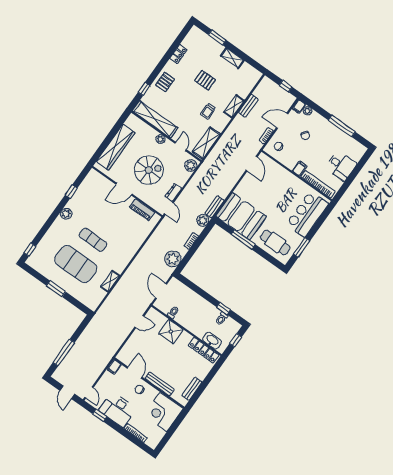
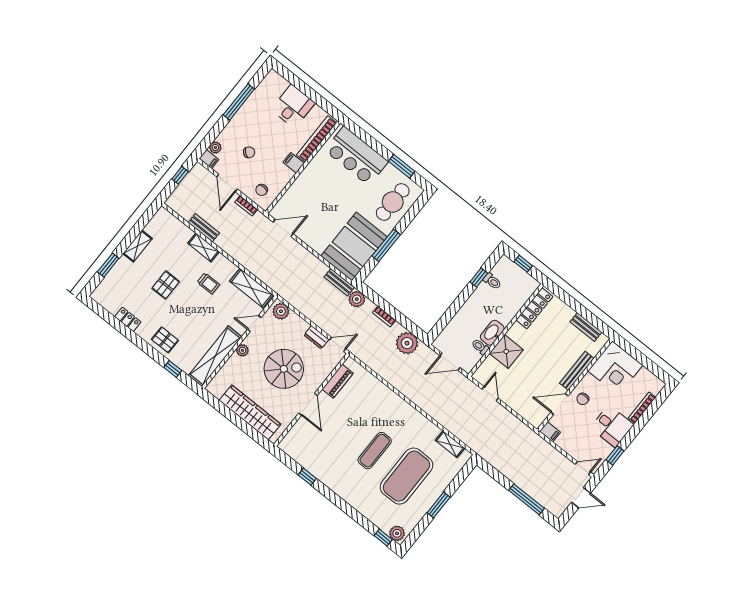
spiral stairs: (149, 170) -> (284, 369), turned 90
plant: (66, 214) -> (397, 533), moved
shelving: (110, 281) -> (450, 444), moved
washbasin: (212, 341) -> (492, 333), moved
desk: (117, 409) -> (612, 426), width x0.73

